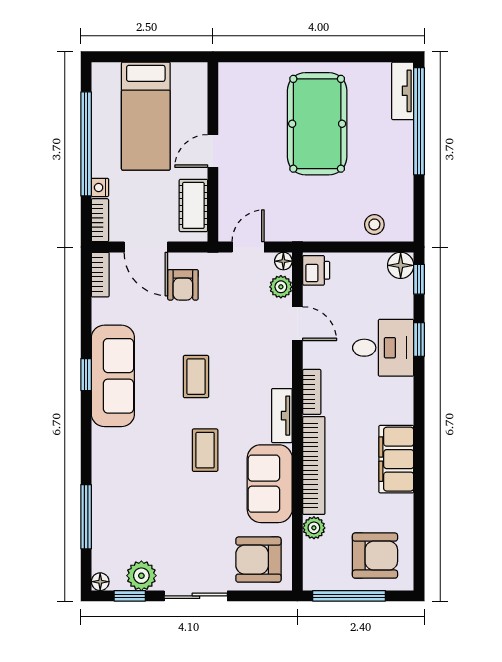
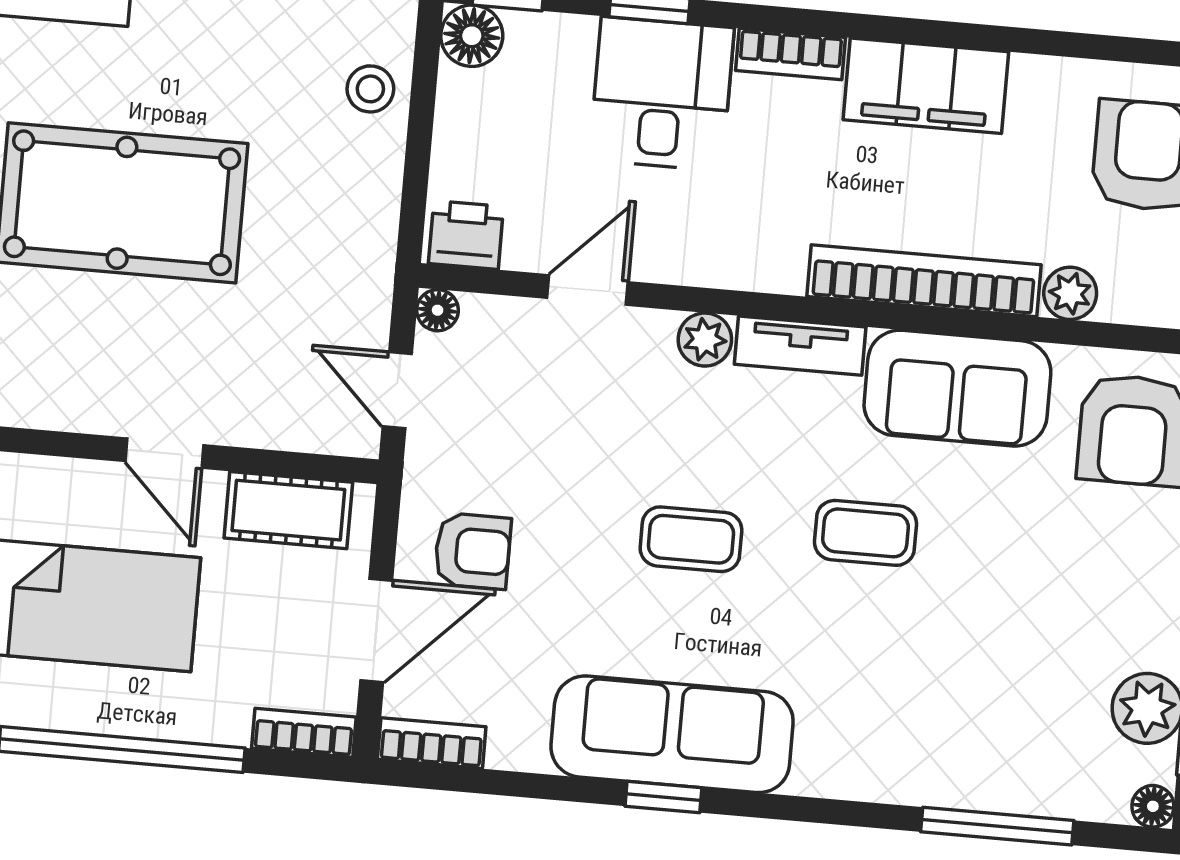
nightstand: (100, 187) -> (227, 726), removed
plant: (281, 287) -> (705, 340), moved
bookcase: (312, 392) -> (791, 54), moved, turned 180

